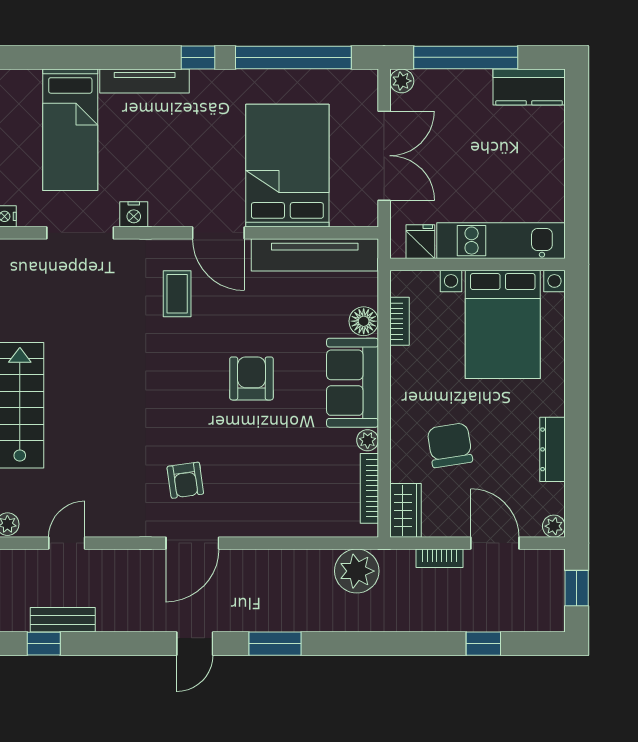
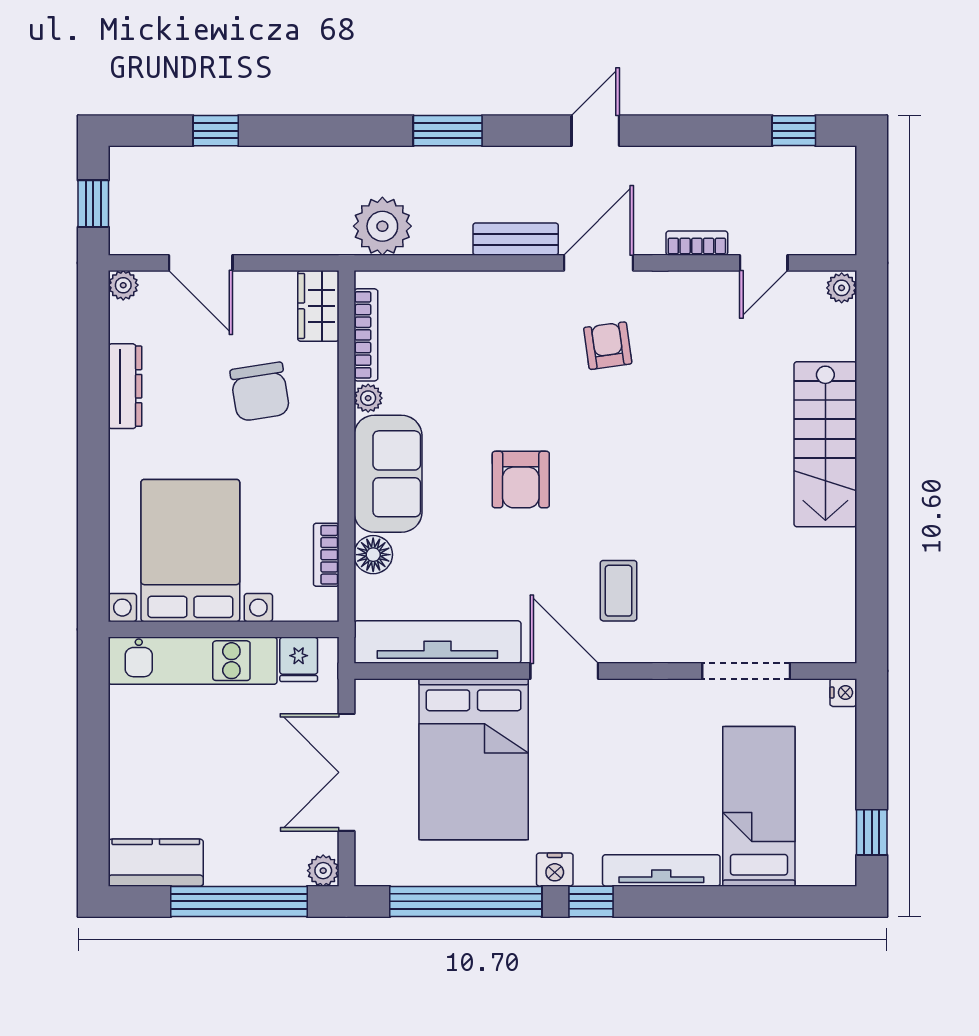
nightstand: (134, 214) -> (555, 870), moved, turned 180
bookcase: (439, 558) -> (697, 243), moved
bench: (63, 620) -> (516, 239), moved
window: (275, 644) -> (448, 131), moved

